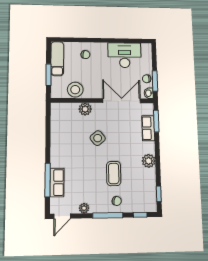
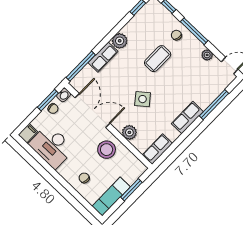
filing cabinet: (147, 50) -> (28, 133), added
stool: (75, 90) -> (107, 150), moved
double door: (122, 101) -> (93, 111), swing flipped
row of seats: (57, 116) -> (157, 149), added
window: (156, 121) -> (81, 66), width x1.44
row of seats: (148, 128) -> (103, 57), moved
row of seats: (57, 183) -> (187, 118), moved

